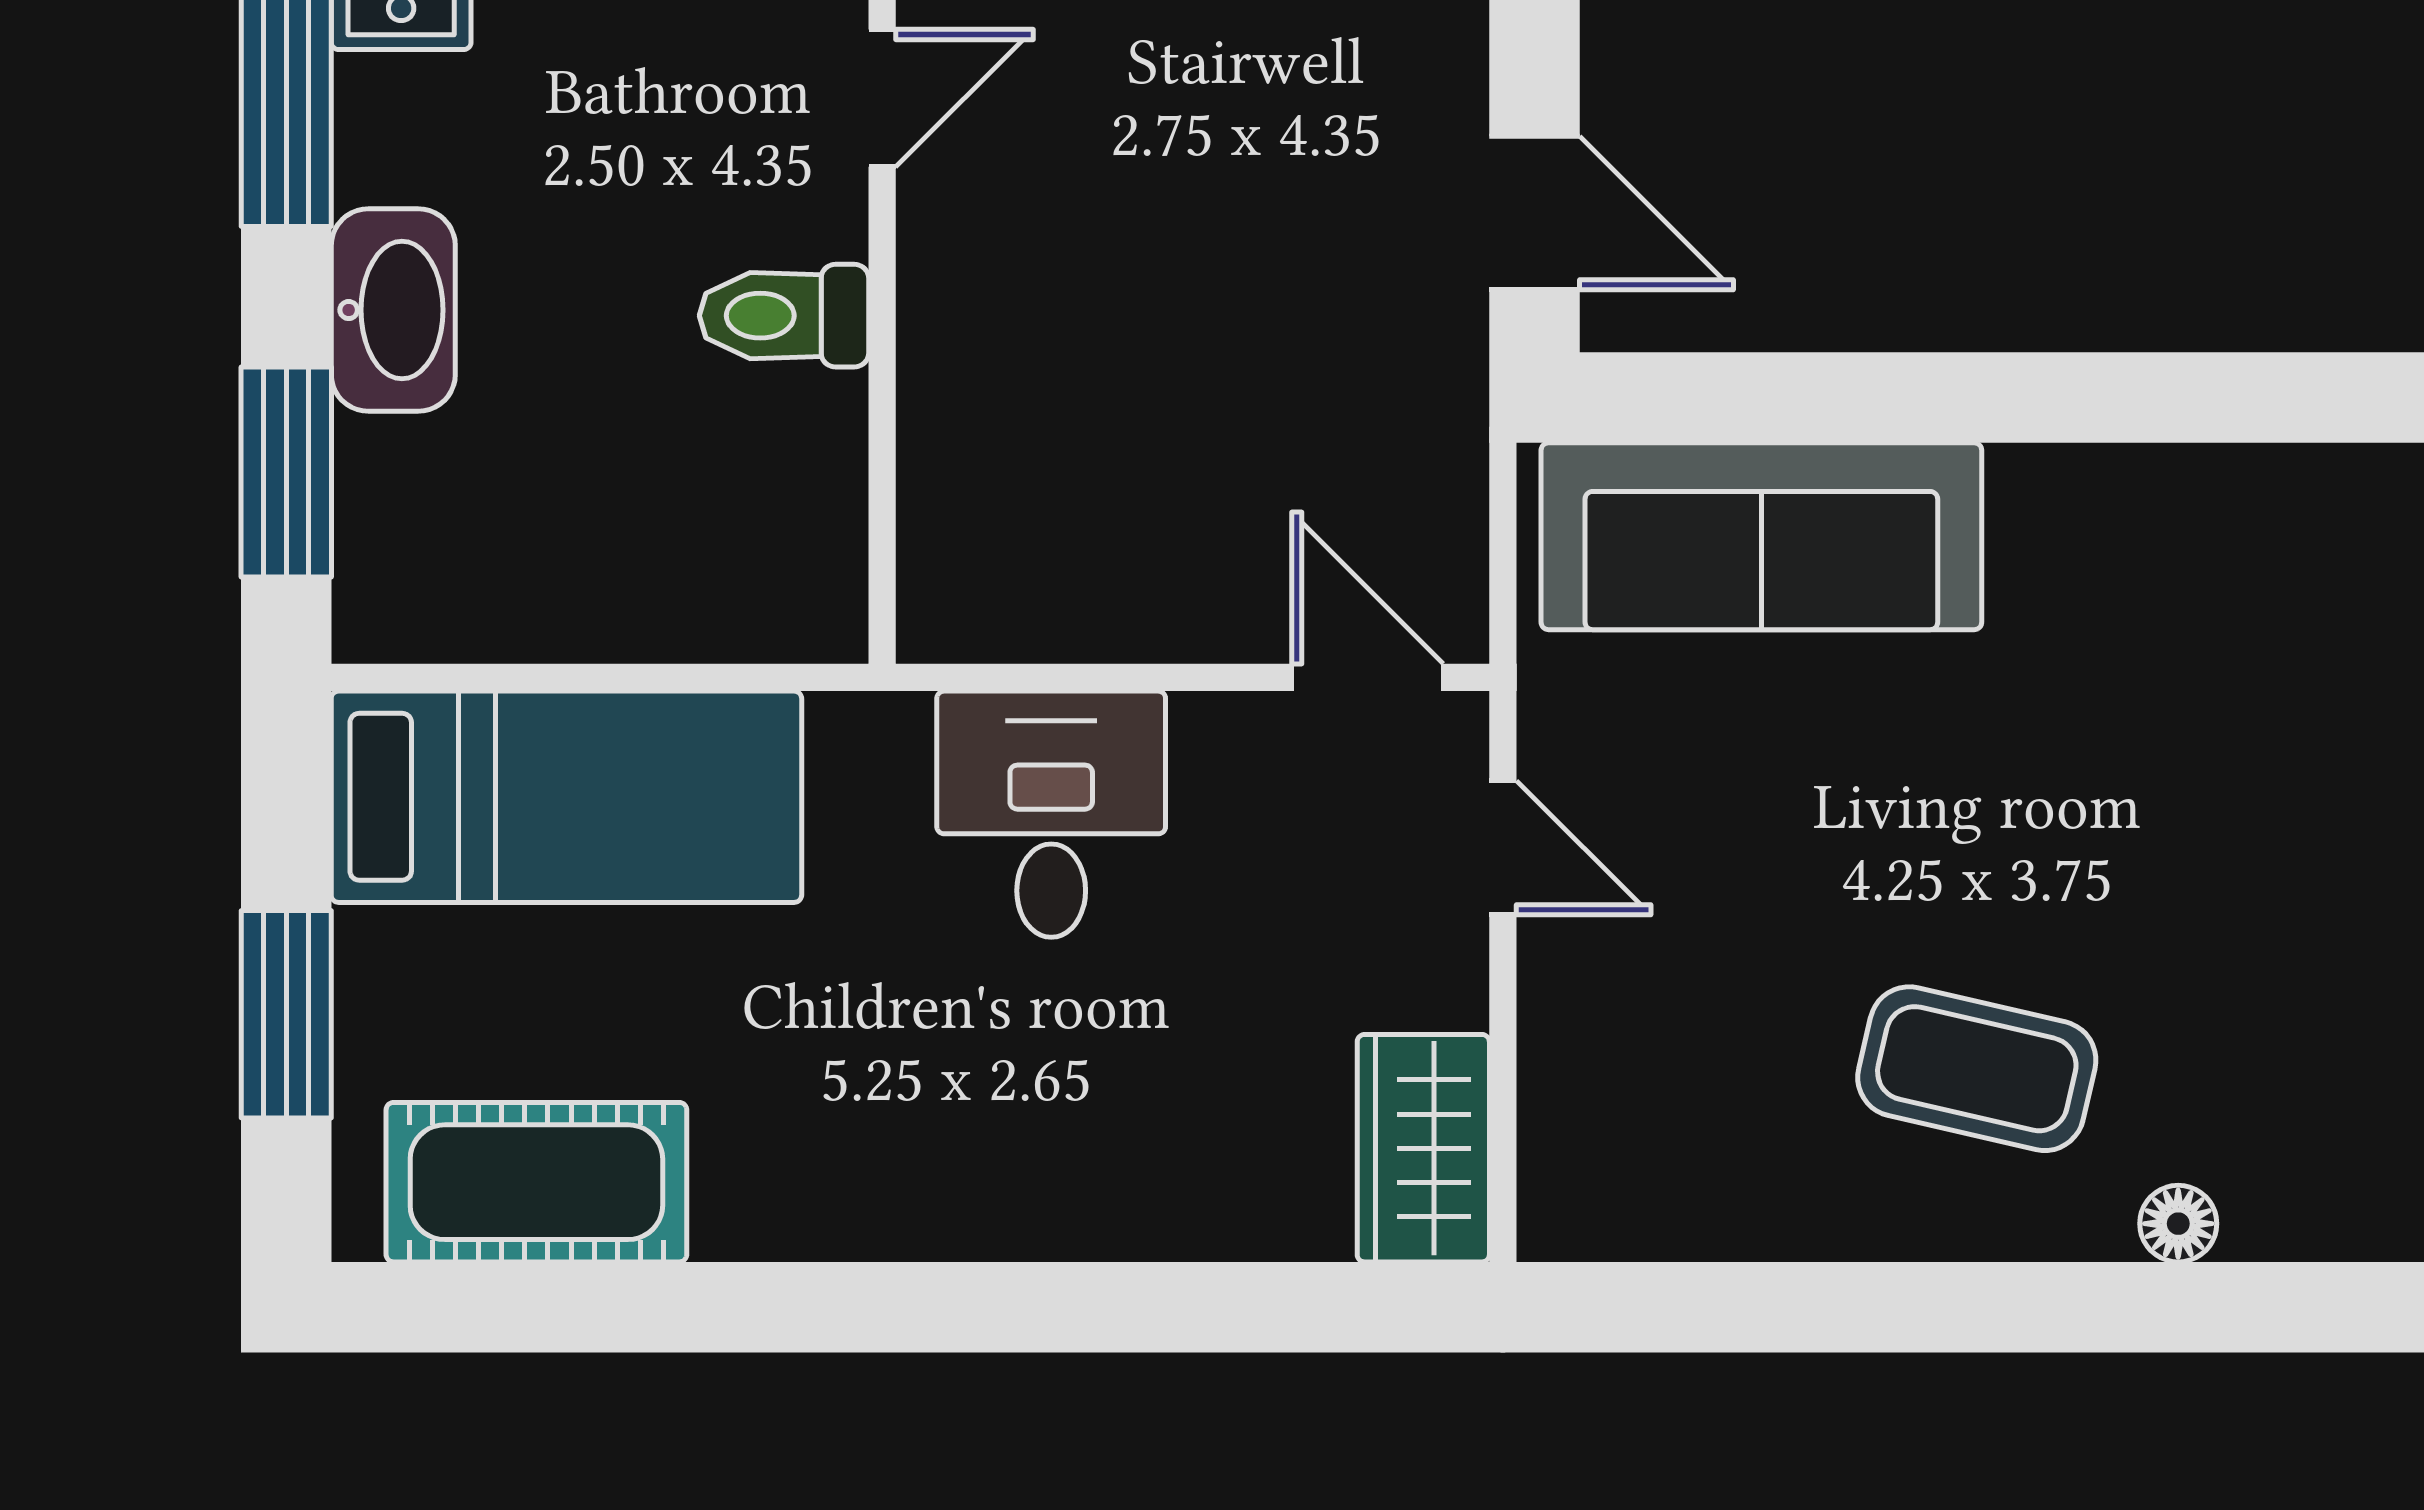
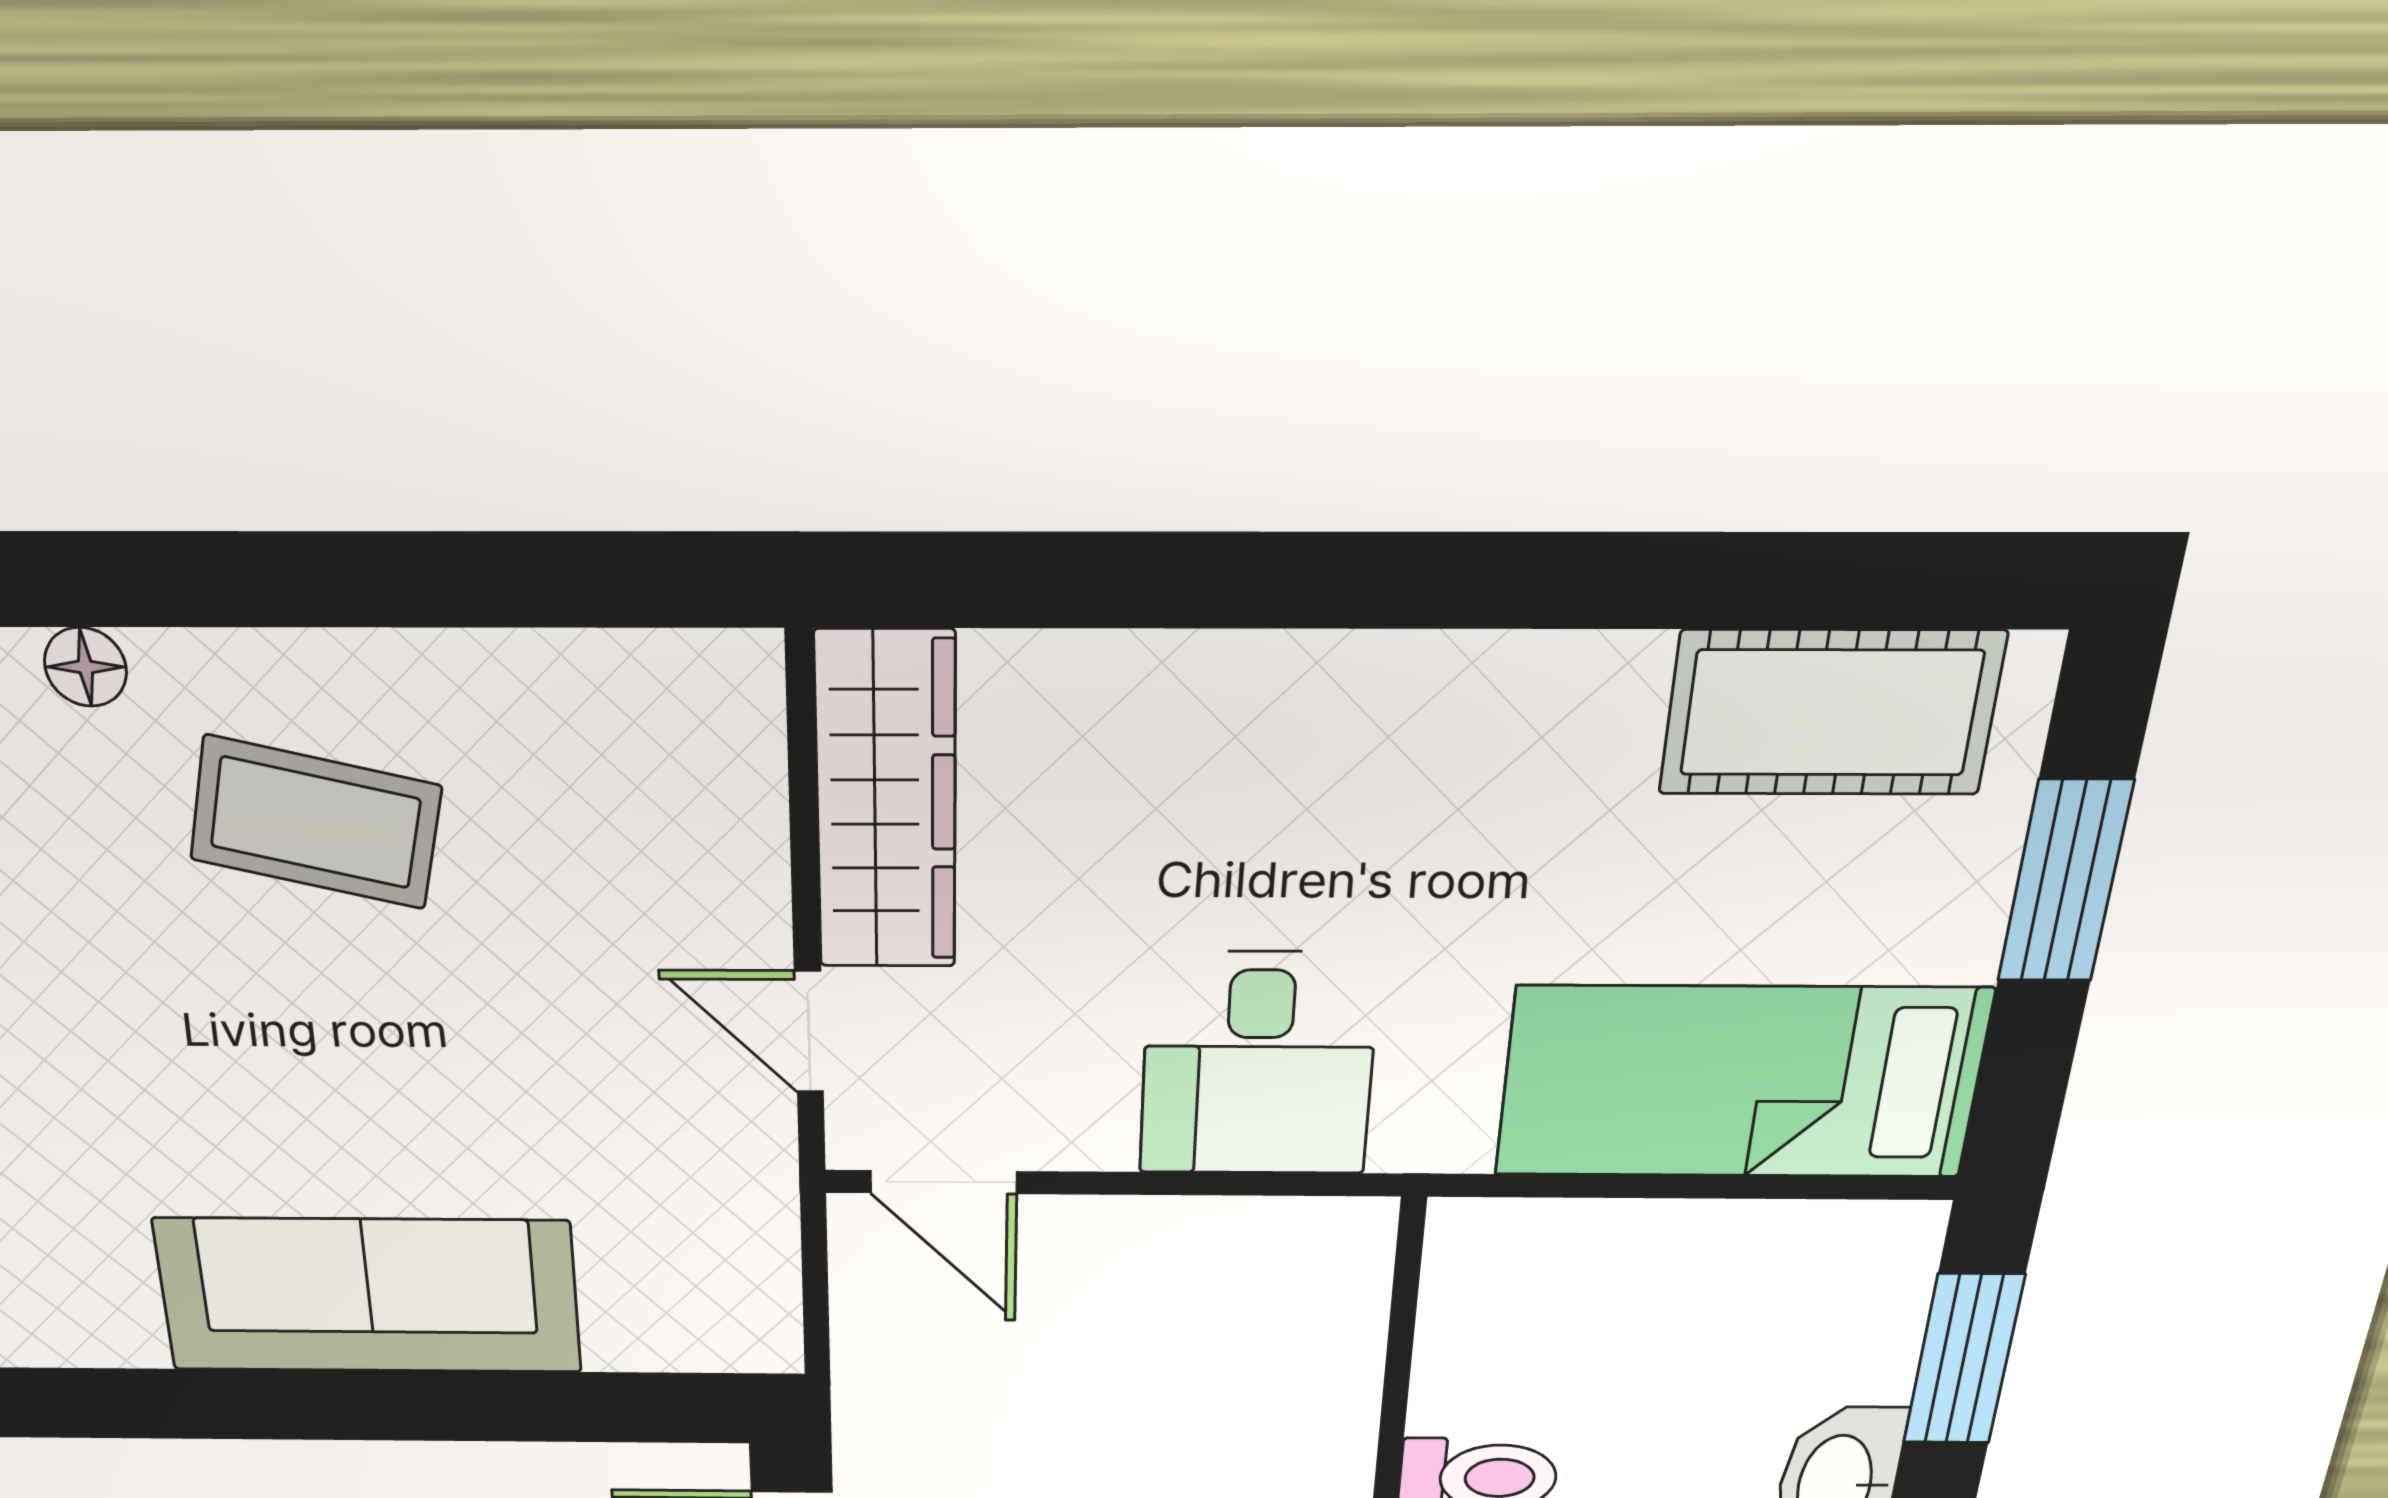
sofa: (1761, 536) -> (369, 1296), moved
wardrobe: (1423, 1148) -> (886, 802), width x1.50

